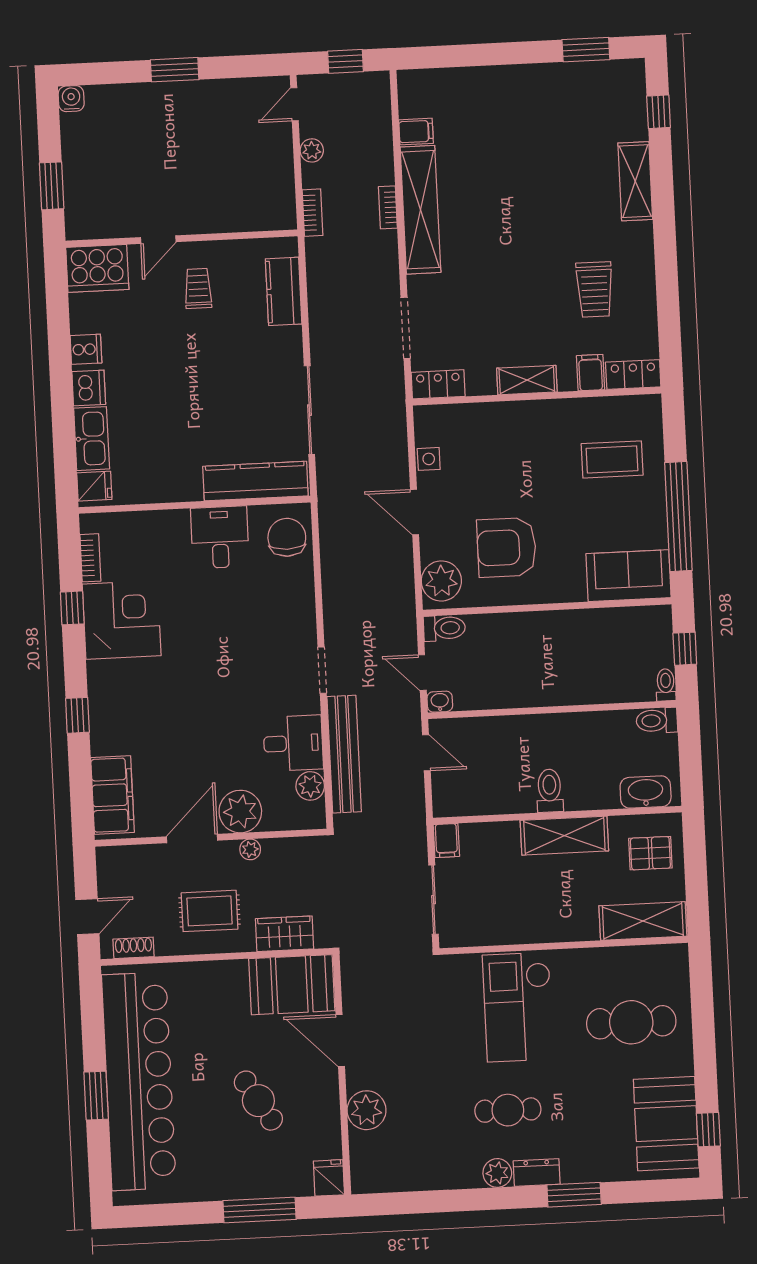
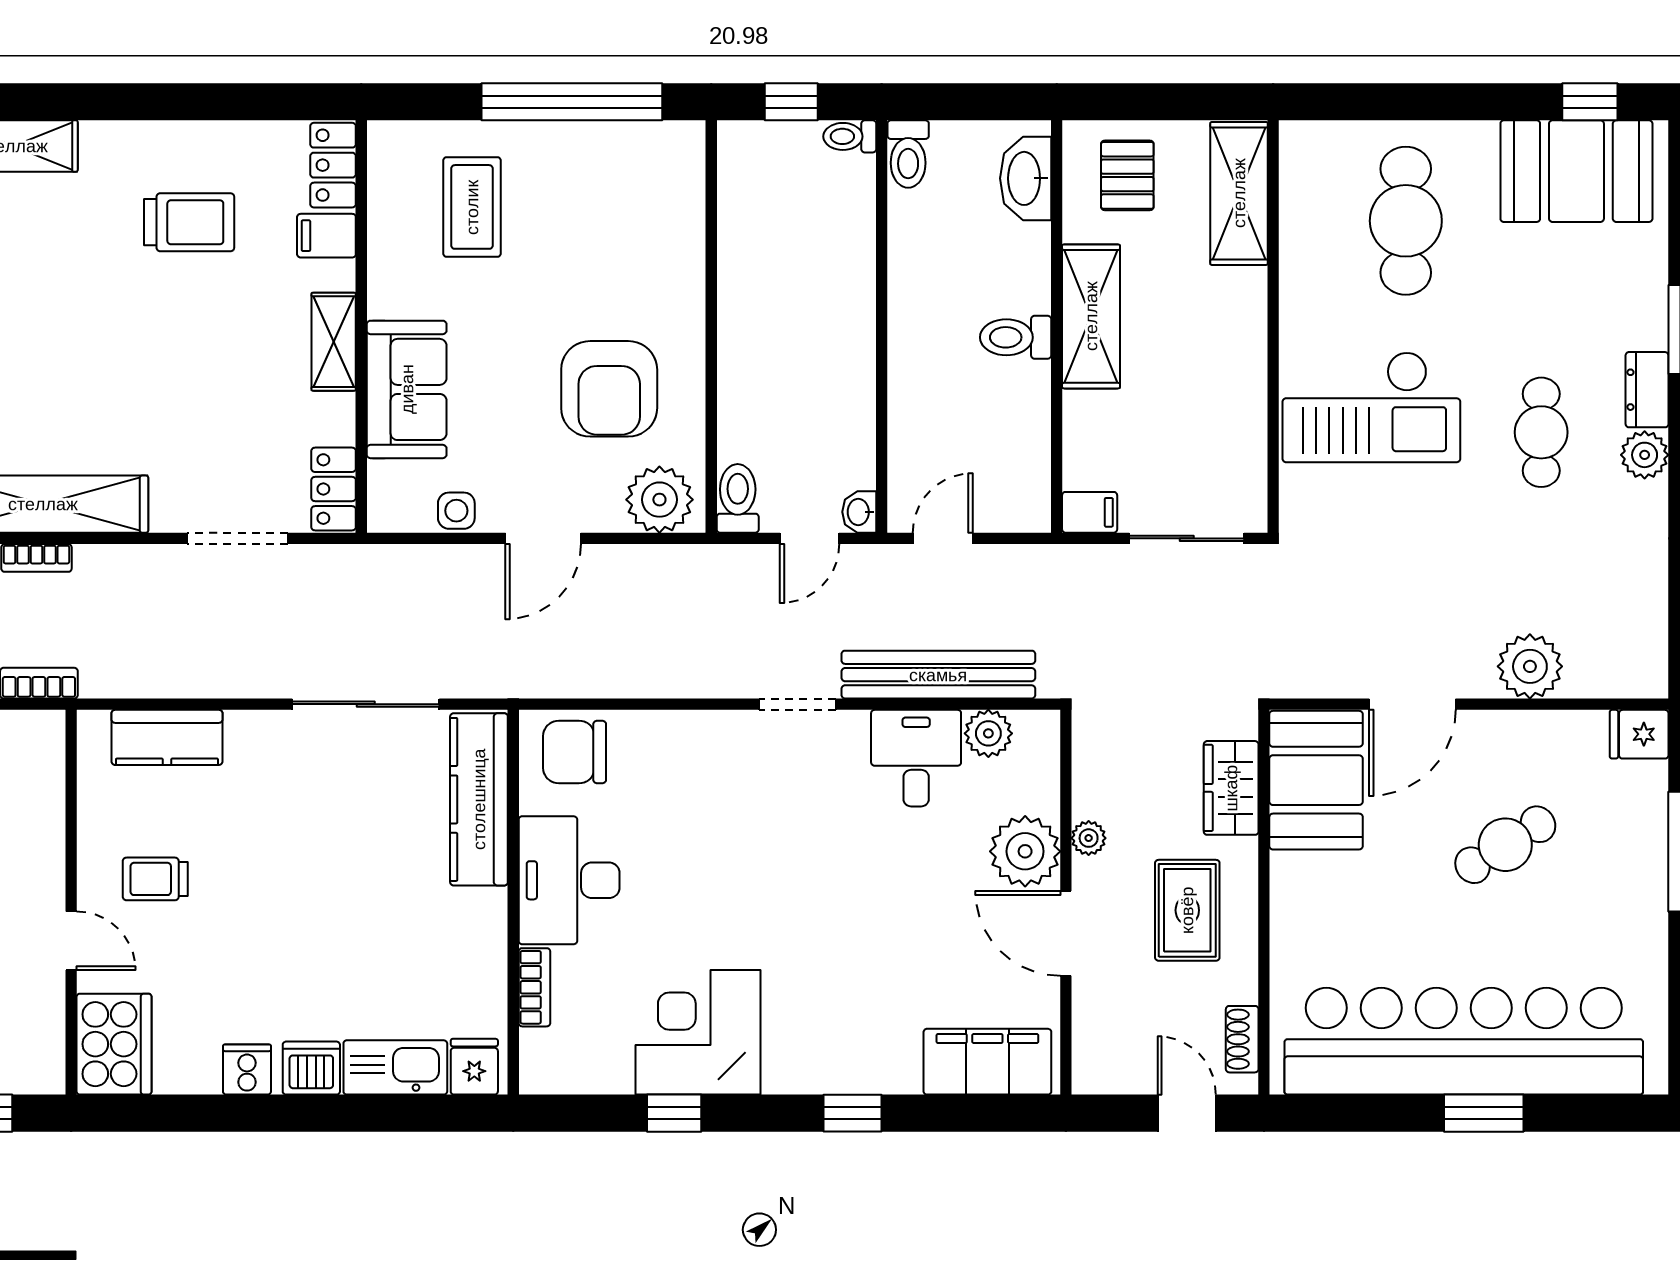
desk: (220, 537) -> (569, 880), width x1.37
bookcase: (90, 558) -> (534, 987), moved, turned 90
sofa: (629, 576) -> (407, 389), moved, turned 180

